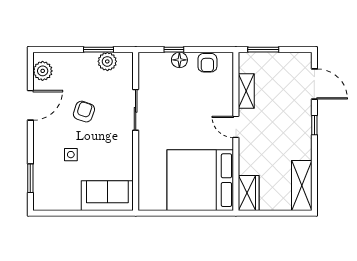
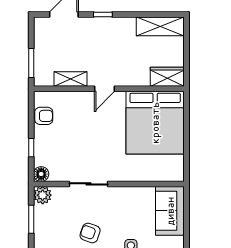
floor lamp: (179, 60) -> (41, 174), moved
plant: (107, 61) -> (43, 195), moved

